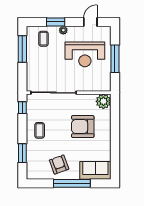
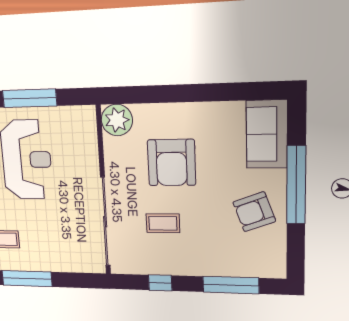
window: (22, 108) -> (160, 283), moved
coffee table: (40, 130) -> (163, 223), moved
window: (22, 153) -> (231, 285), width x1.44

